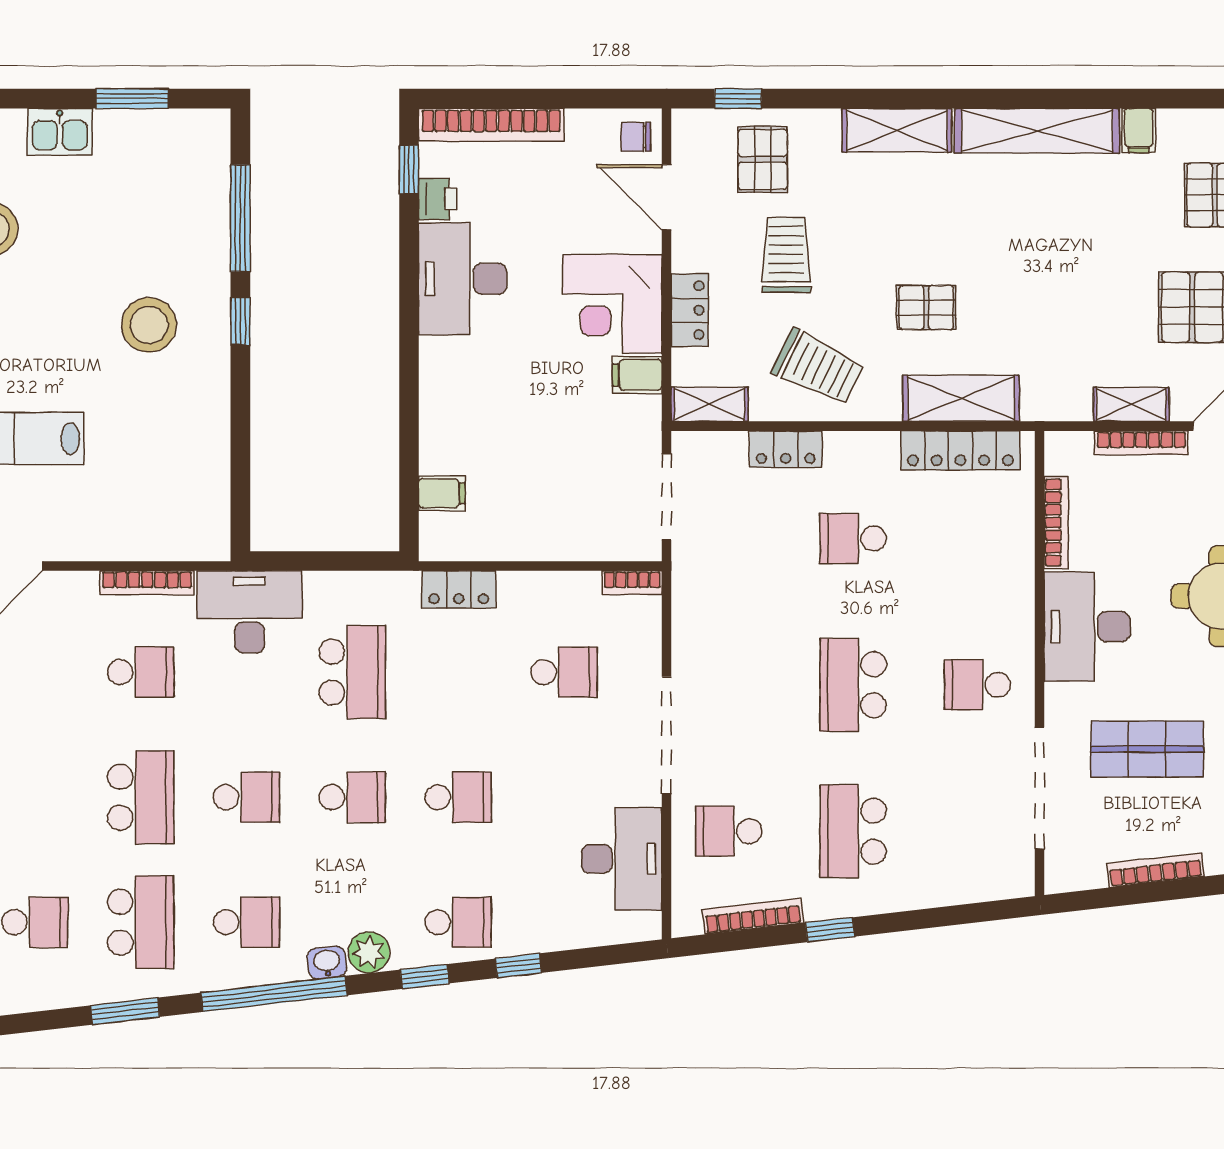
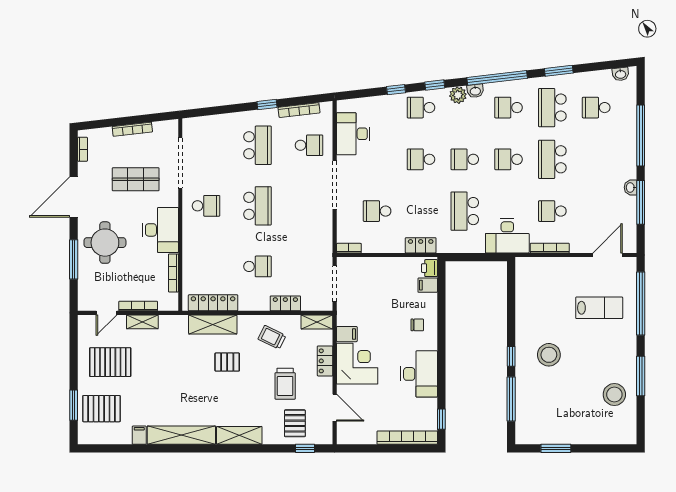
kitchen sink: (60, 132) -> (586, 435), removed
chair: (636, 137) -> (417, 325), moved
printer: (437, 199) -> (429, 268), moved
trolley: (818, 367) -> (272, 337), width x0.73, depth x0.72

